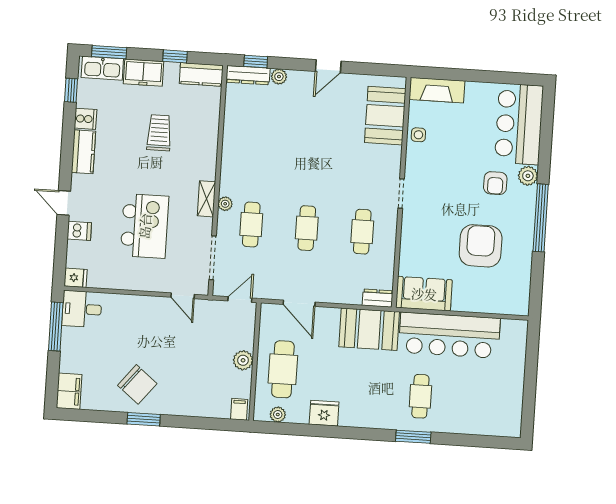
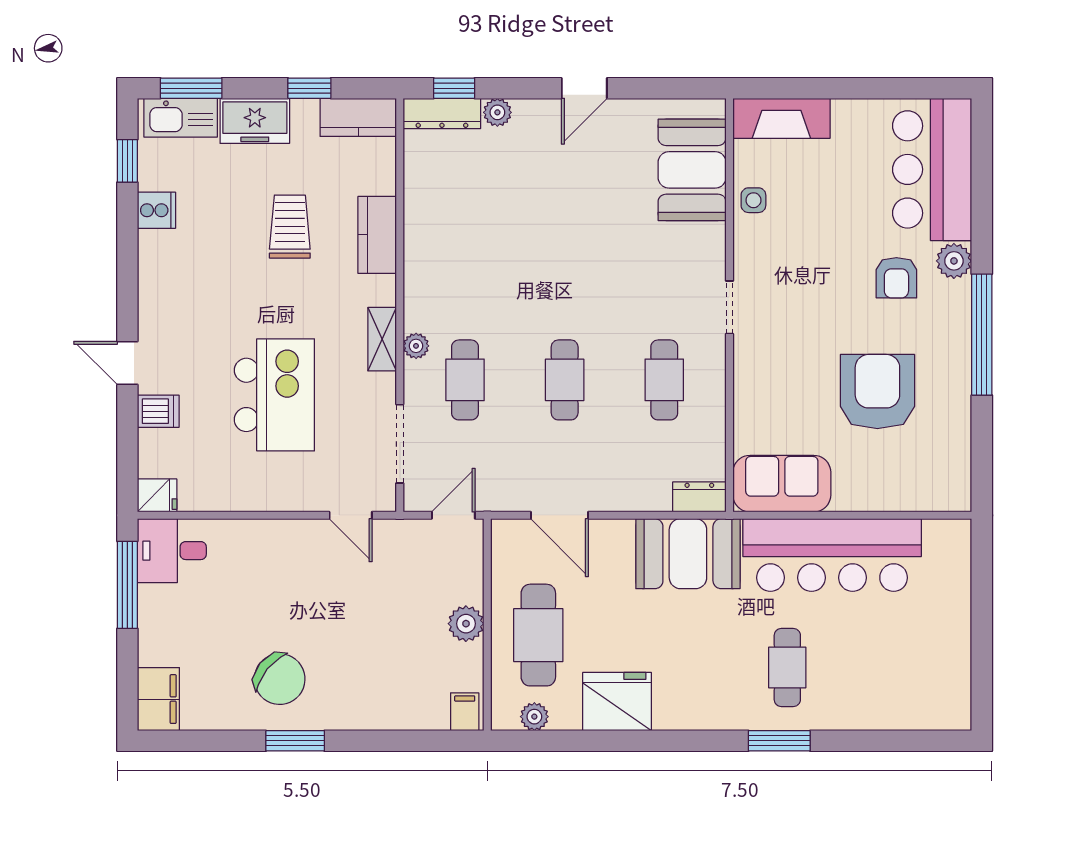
kitchen counter: (84, 152) -> (377, 235), moved, turned 180
fridge: (324, 413) -> (617, 701), width x1.36, depth x1.34

